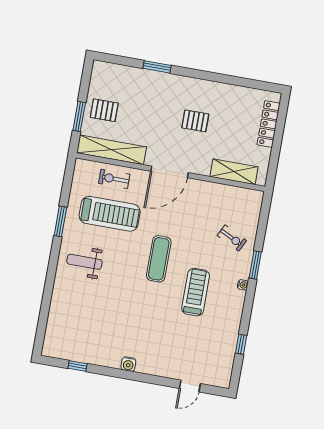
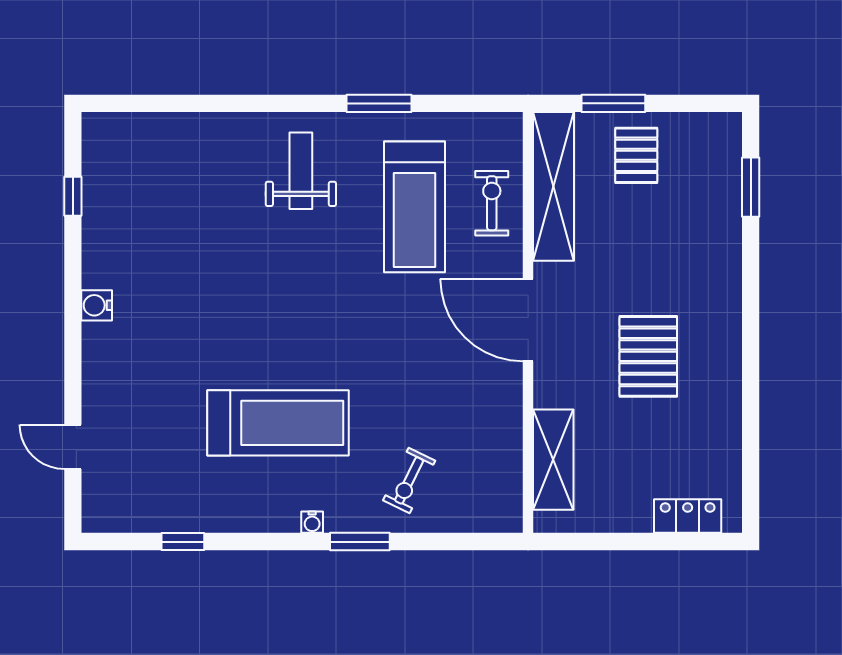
window: (157, 67) -> (751, 187), moved
pallet: (195, 121) -> (648, 356), width x1.50, depth x1.42
locker: (269, 124) -> (688, 516), width x0.66
exercise mat: (159, 259) -> (336, 330), removed
treadmill: (196, 292) -> (278, 423), width x1.37, depth x1.38

